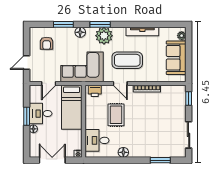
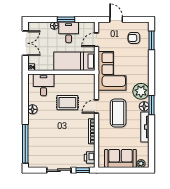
window: (63, 24) -> (152, 40), moved
window: (100, 24) -> (152, 105), moved
floor lamp: (80, 32) -> (144, 106), moved
door: (49, 83) -> (97, 40), hinge flipped
printer: (95, 91) -> (90, 158), moved
sliding door: (189, 135) -> (59, 170), moved
window: (160, 160) -> (25, 144), width x2.11

